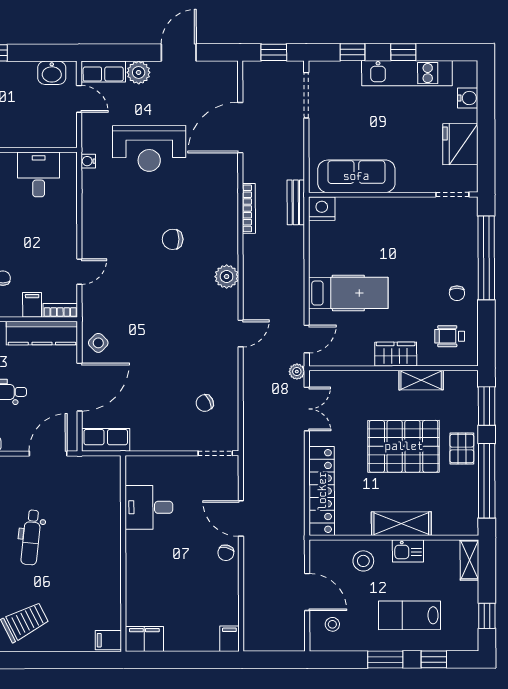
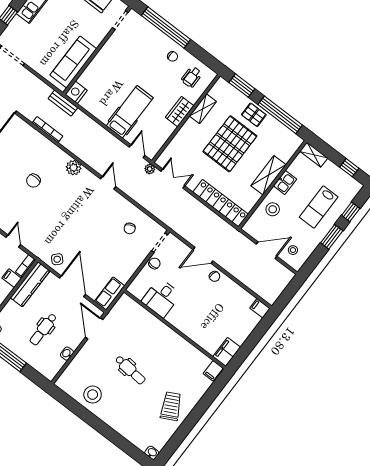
chair: (185, 467) -> (154, 263), added

